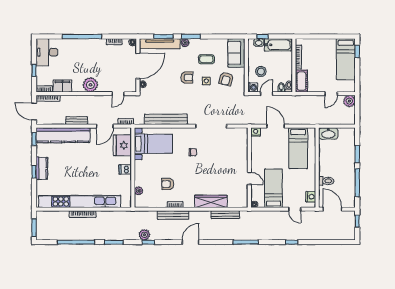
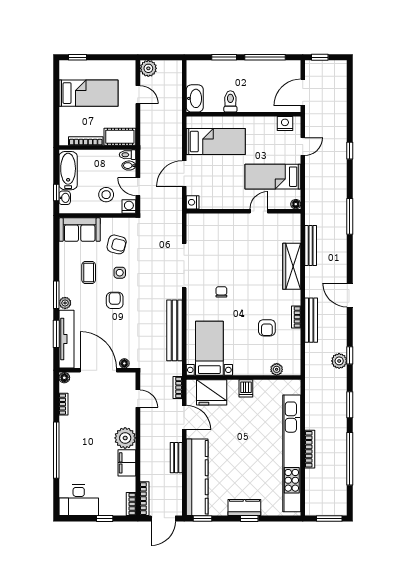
bed: (346, 59) -> (89, 93), moved
filing cabinet: (62, 86) -> (127, 463), moved
toilet: (326, 181) -> (230, 101), moved

